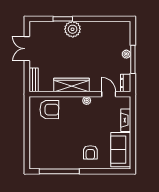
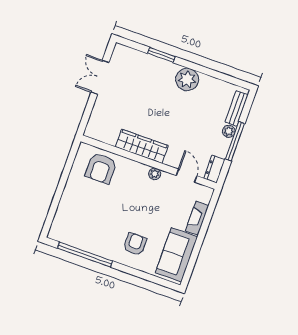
plant: (73, 29) -> (187, 79), moved
bench: (34, 80) -> (237, 108), moved
armchair: (49, 110) -> (101, 168), turned 89
armchair: (90, 152) -> (135, 244), turned 180

